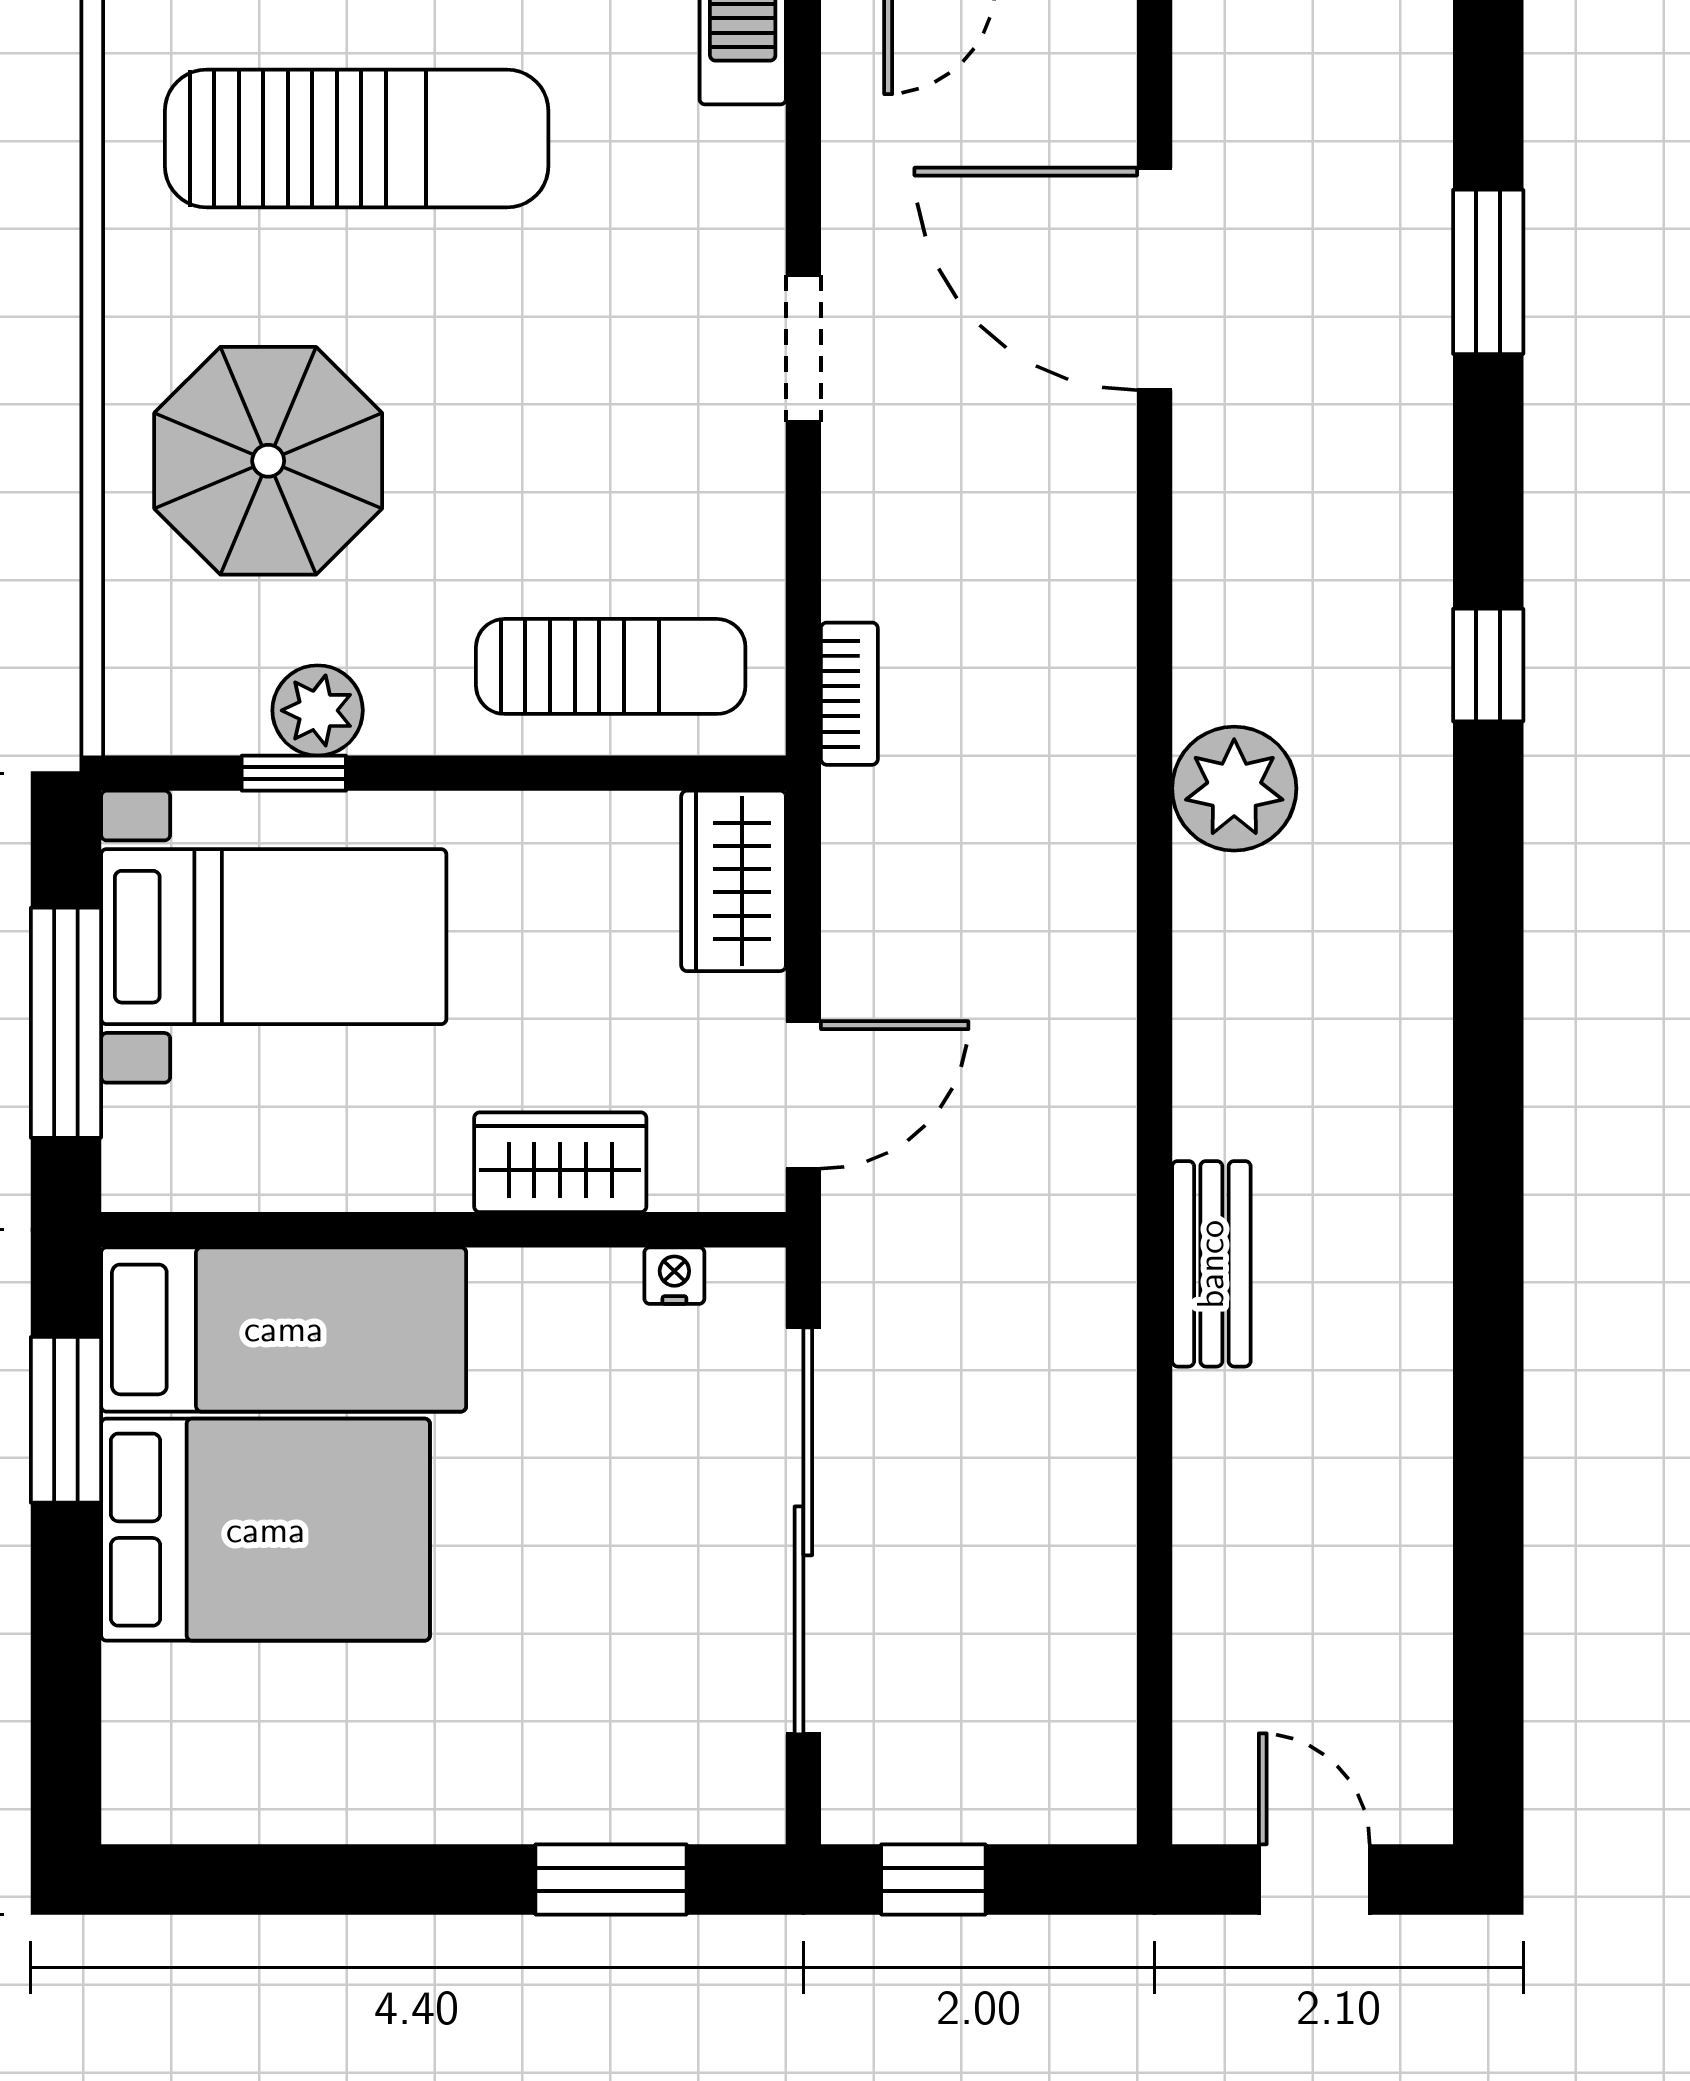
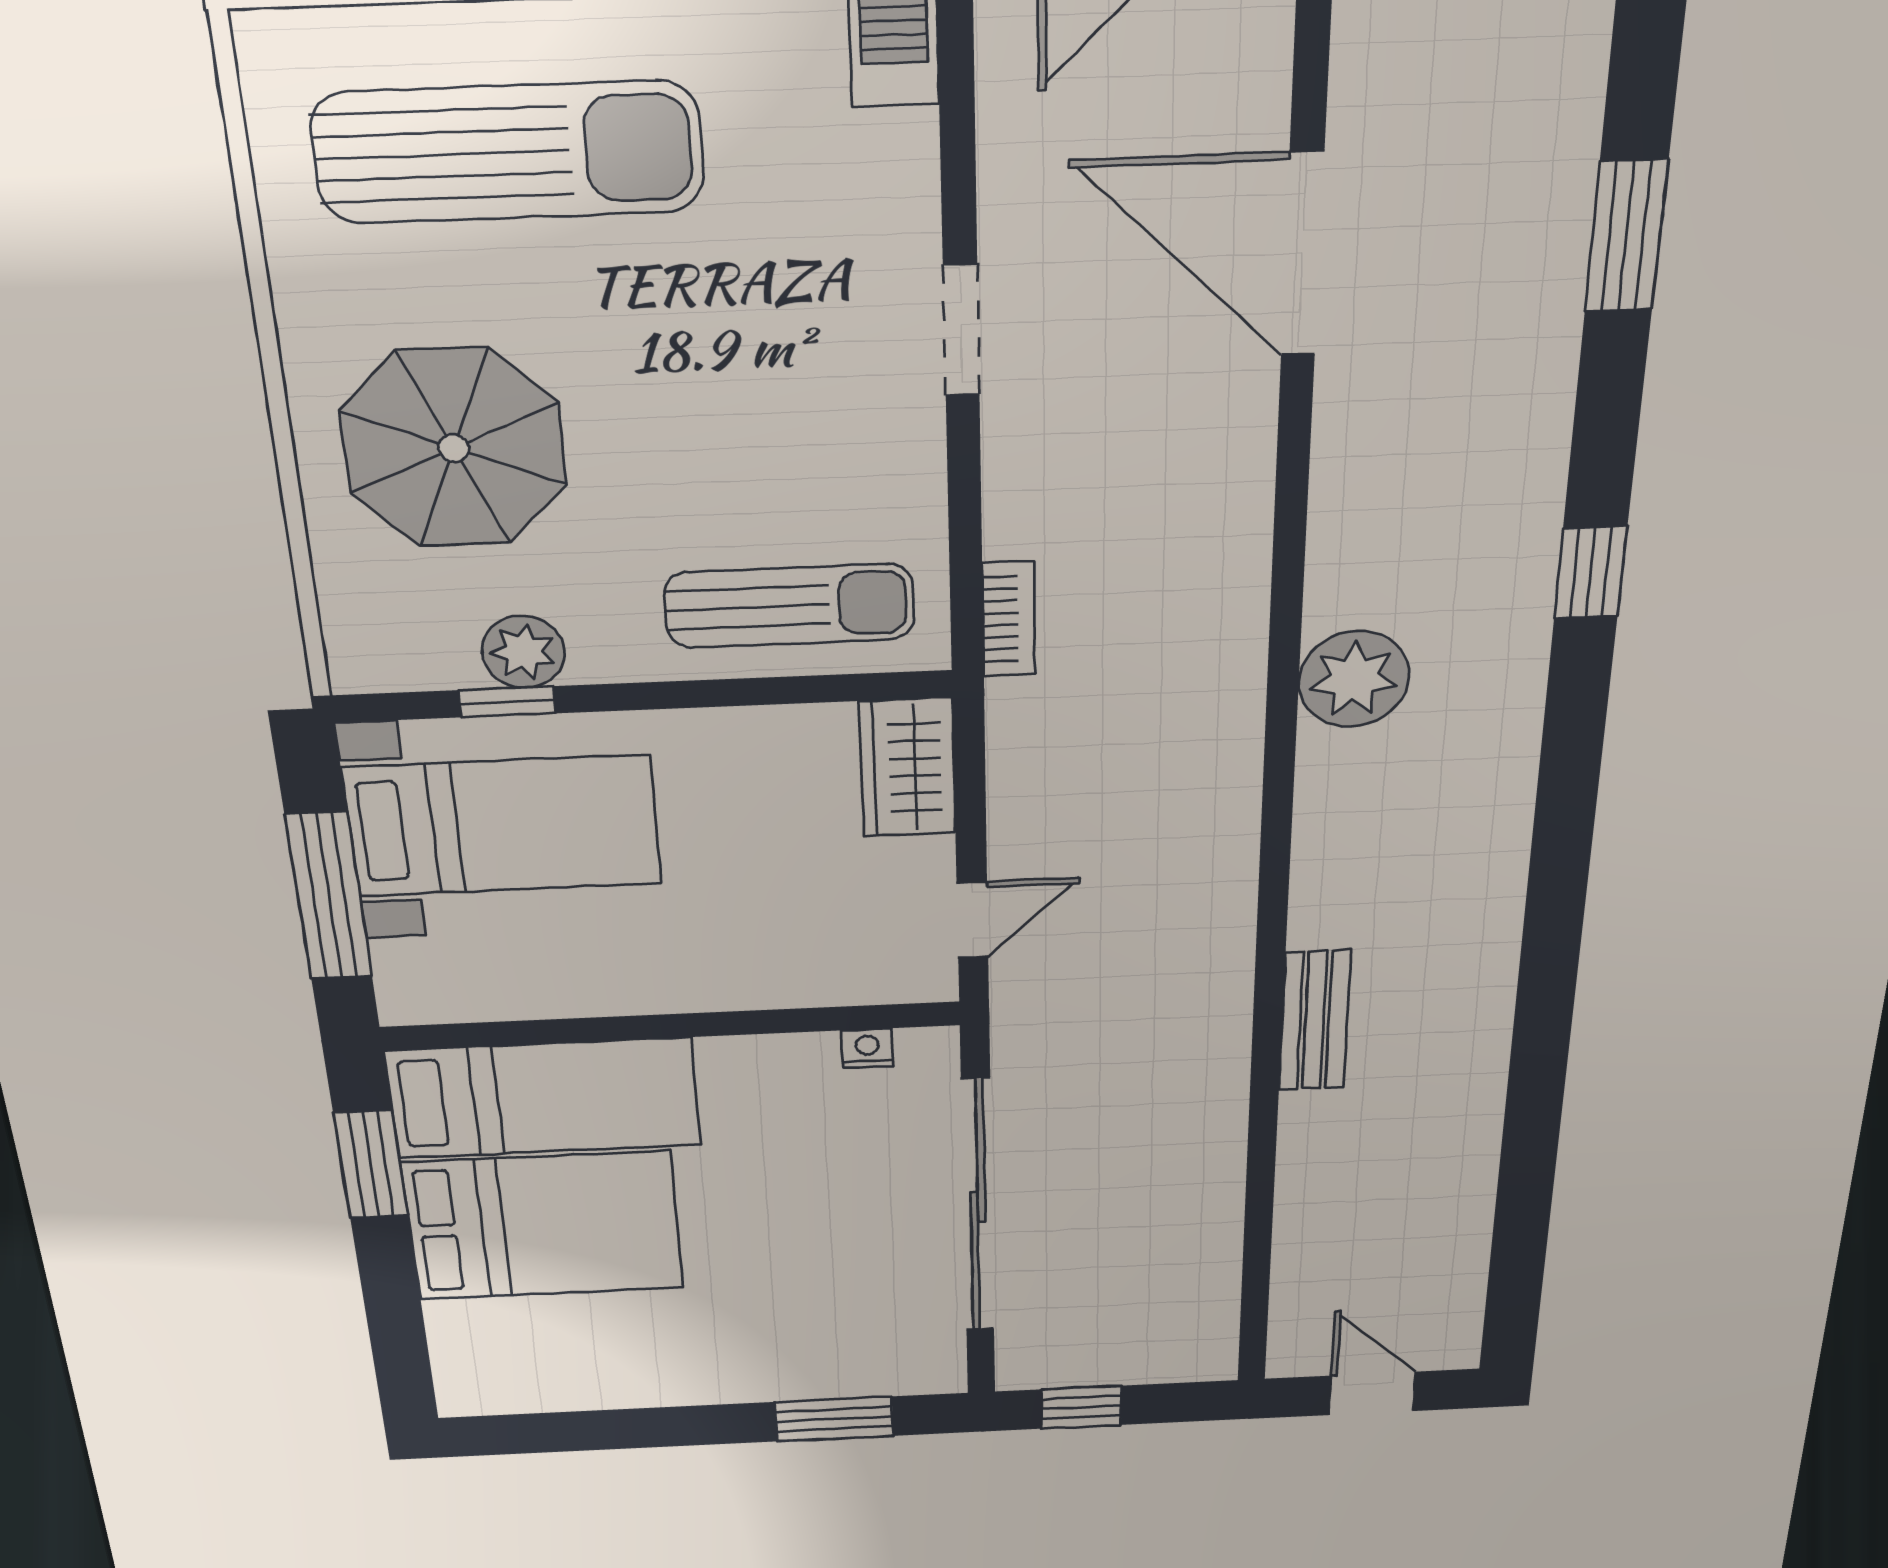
door: (803, 1095) -> (973, 920), width x0.73
wardrobe: (560, 1162) -> (767, 976), removed

